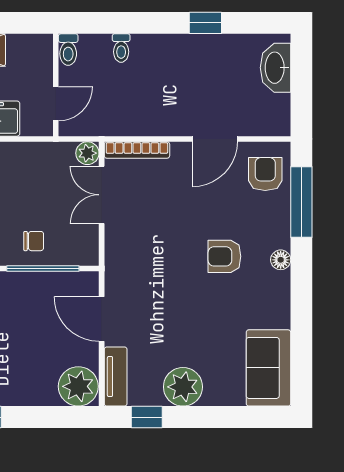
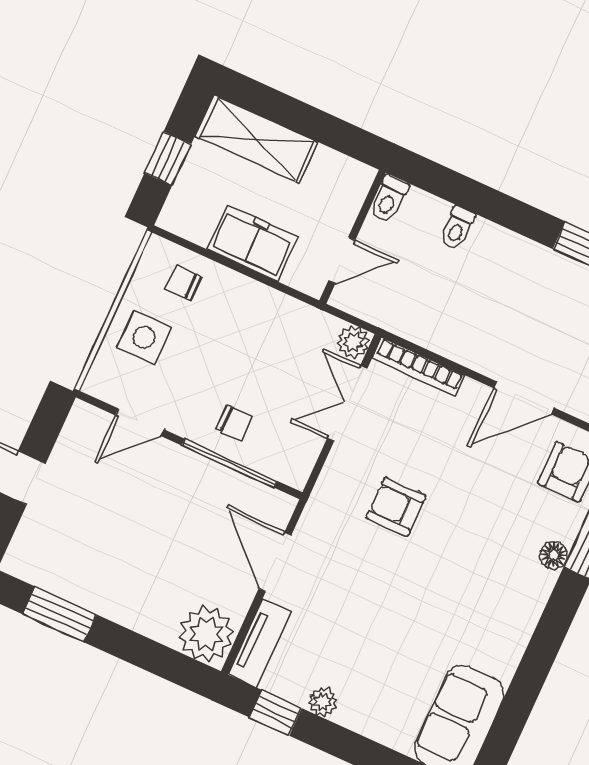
armchair: (224, 256) -> (396, 507), moved
floor lamp: (281, 260) -> (554, 555), moved
plant: (183, 387) -> (323, 702), width x0.53, depth x0.53

